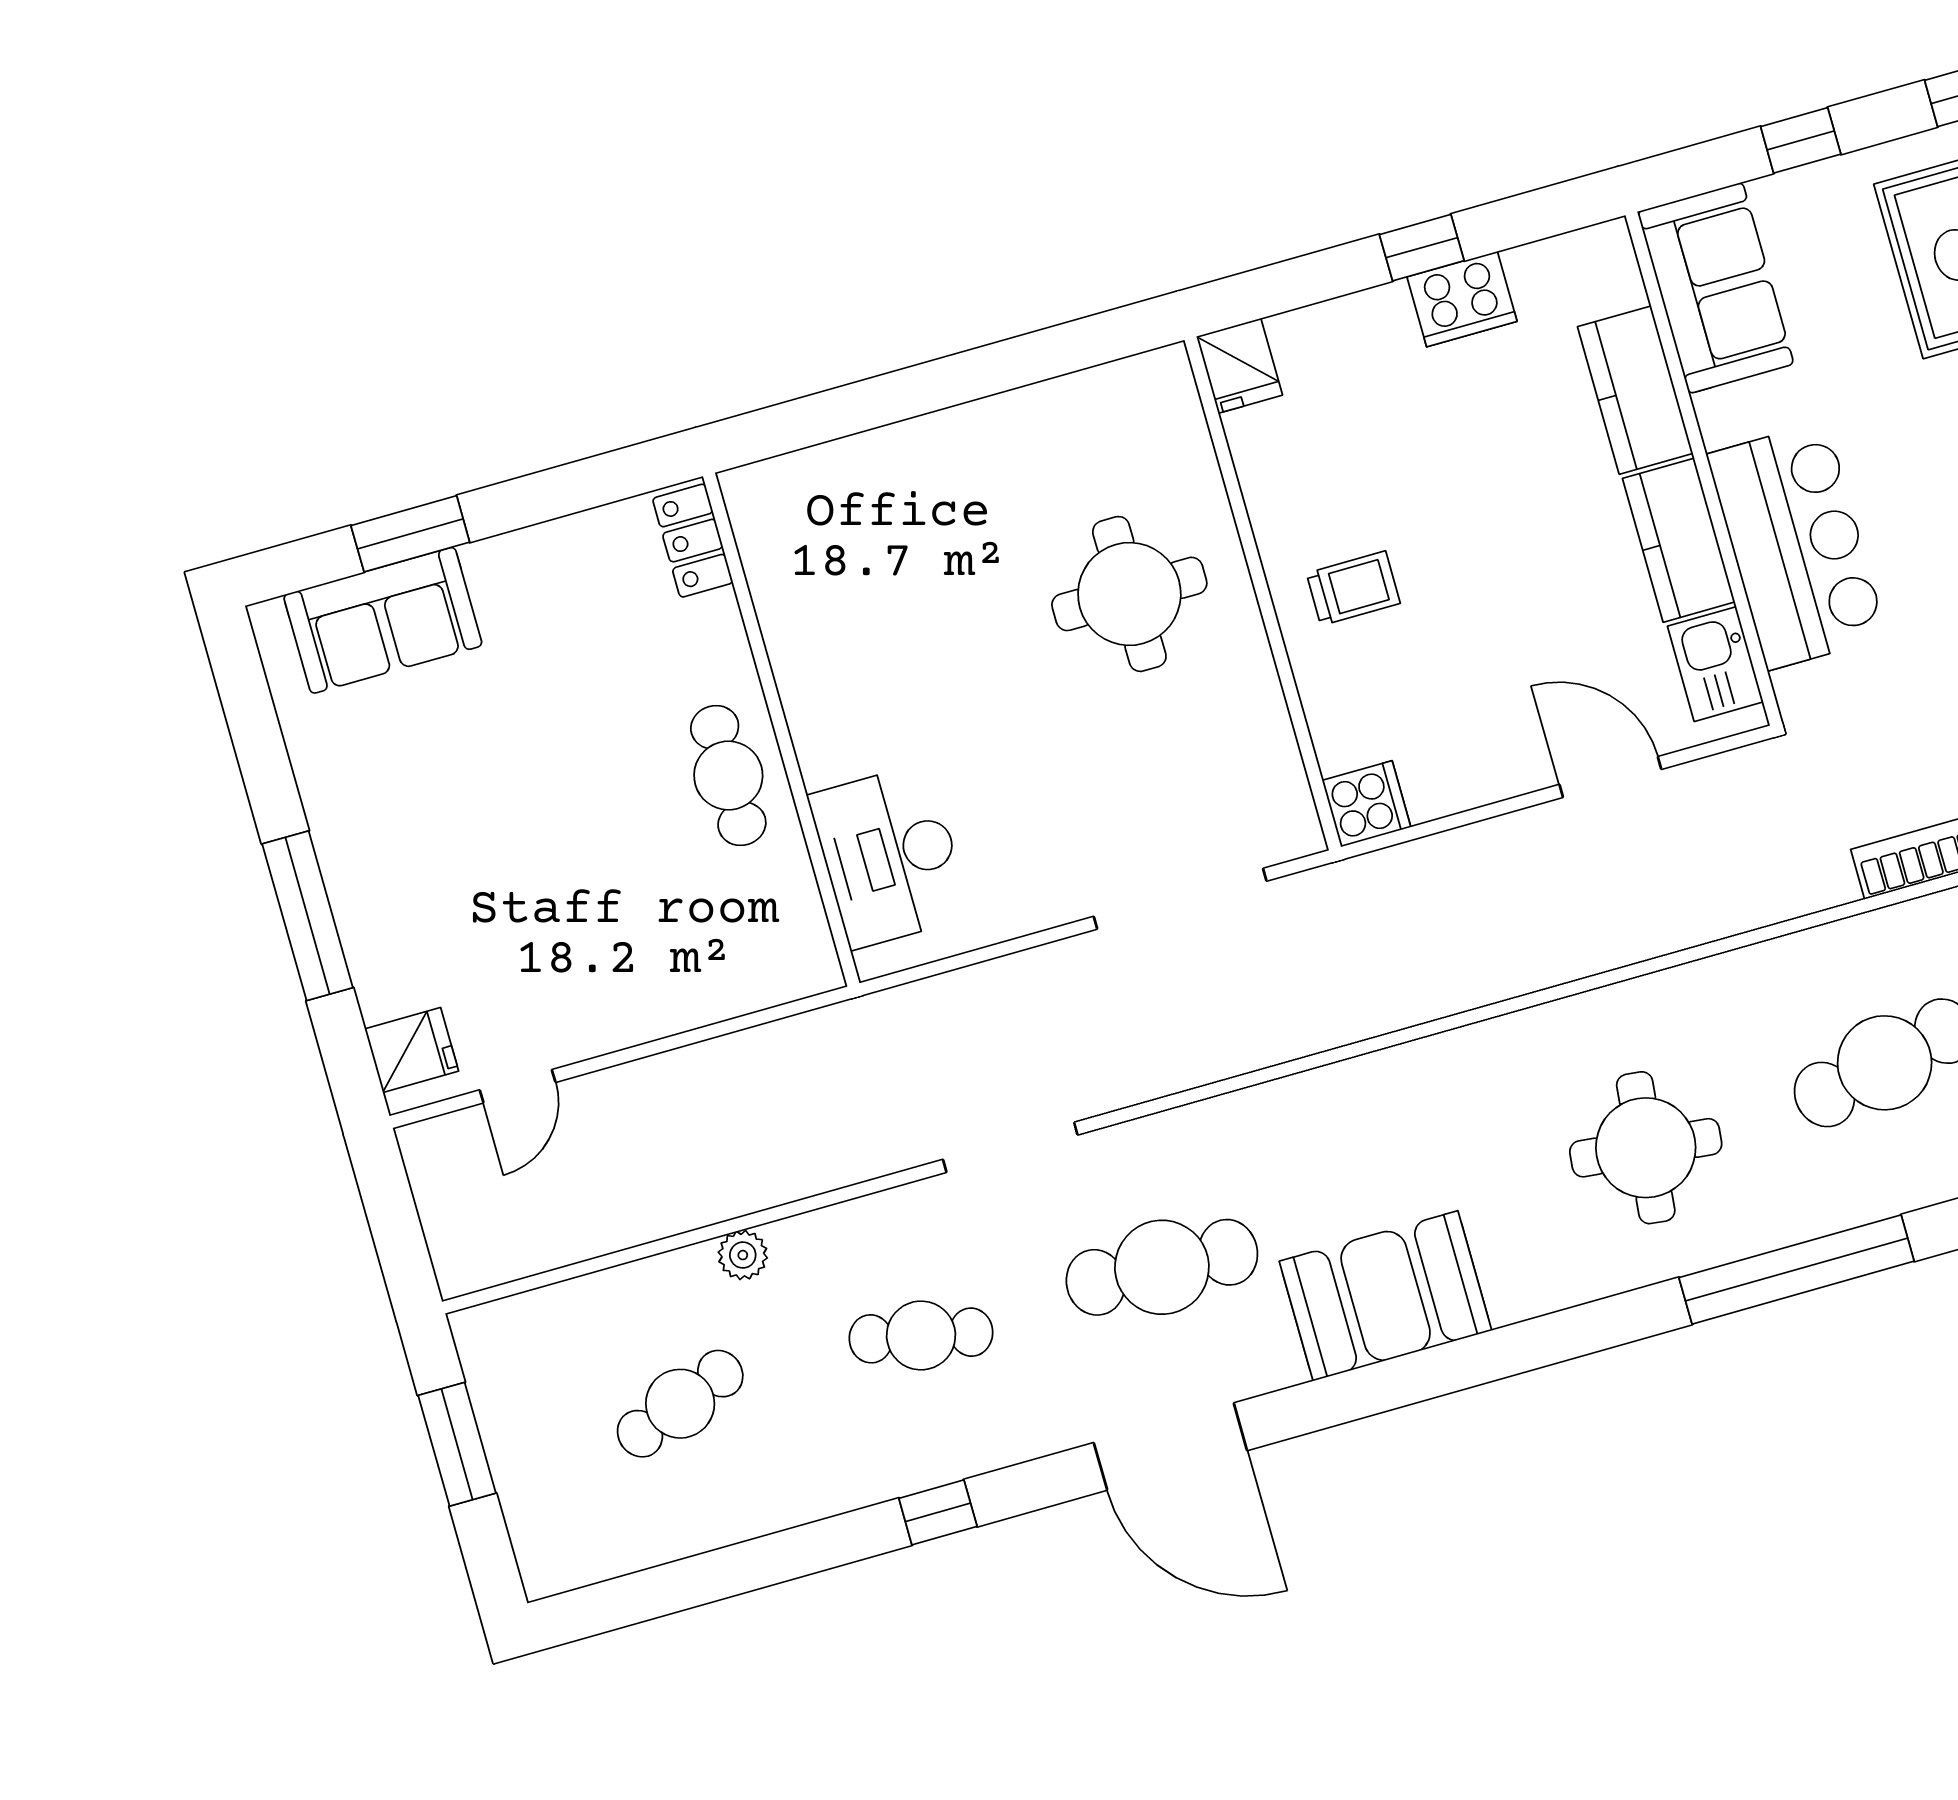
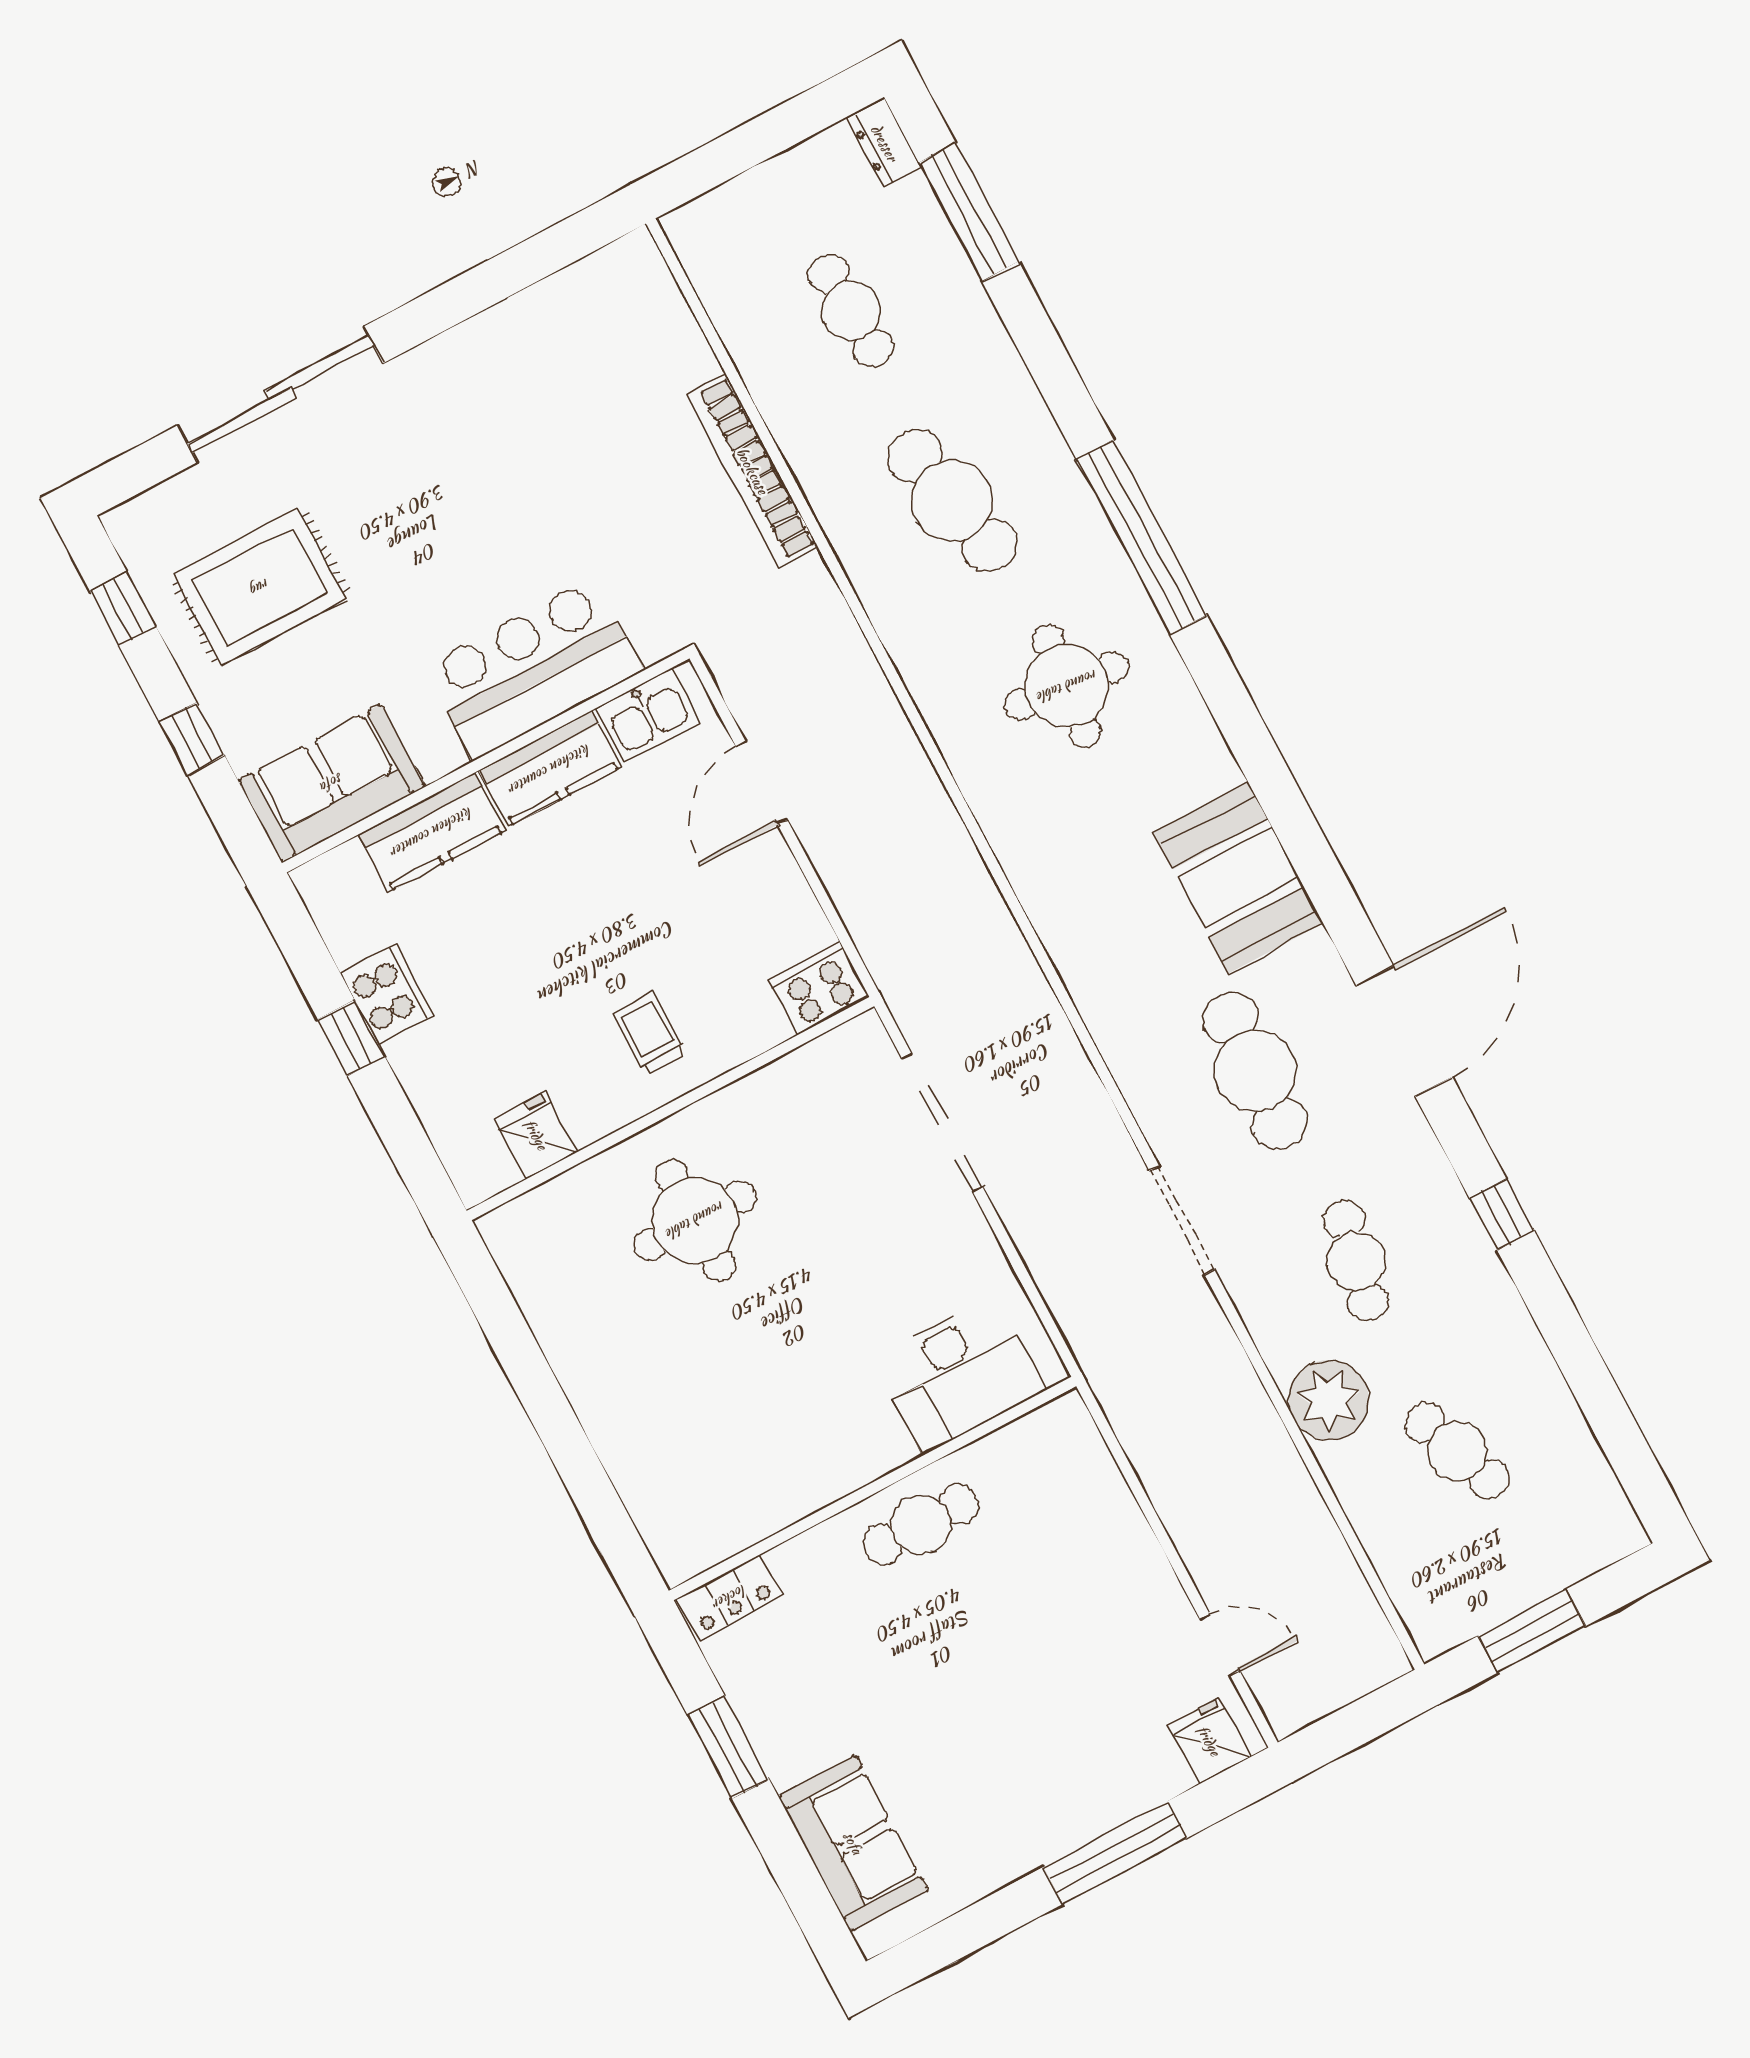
fridge: (1239, 366) -> (536, 1135), moved, turned -90
window: (410, 534) -> (728, 1747), moved
cooker: (1366, 804) -> (819, 988), width x1.36
plant: (743, 1255) -> (1329, 1400), width x1.87, depth x1.87

